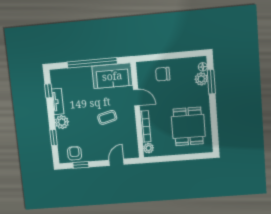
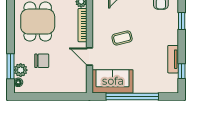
chair: (163, 74) -> (42, 61), moved
plant: (62, 122) -> (171, 37), removed

